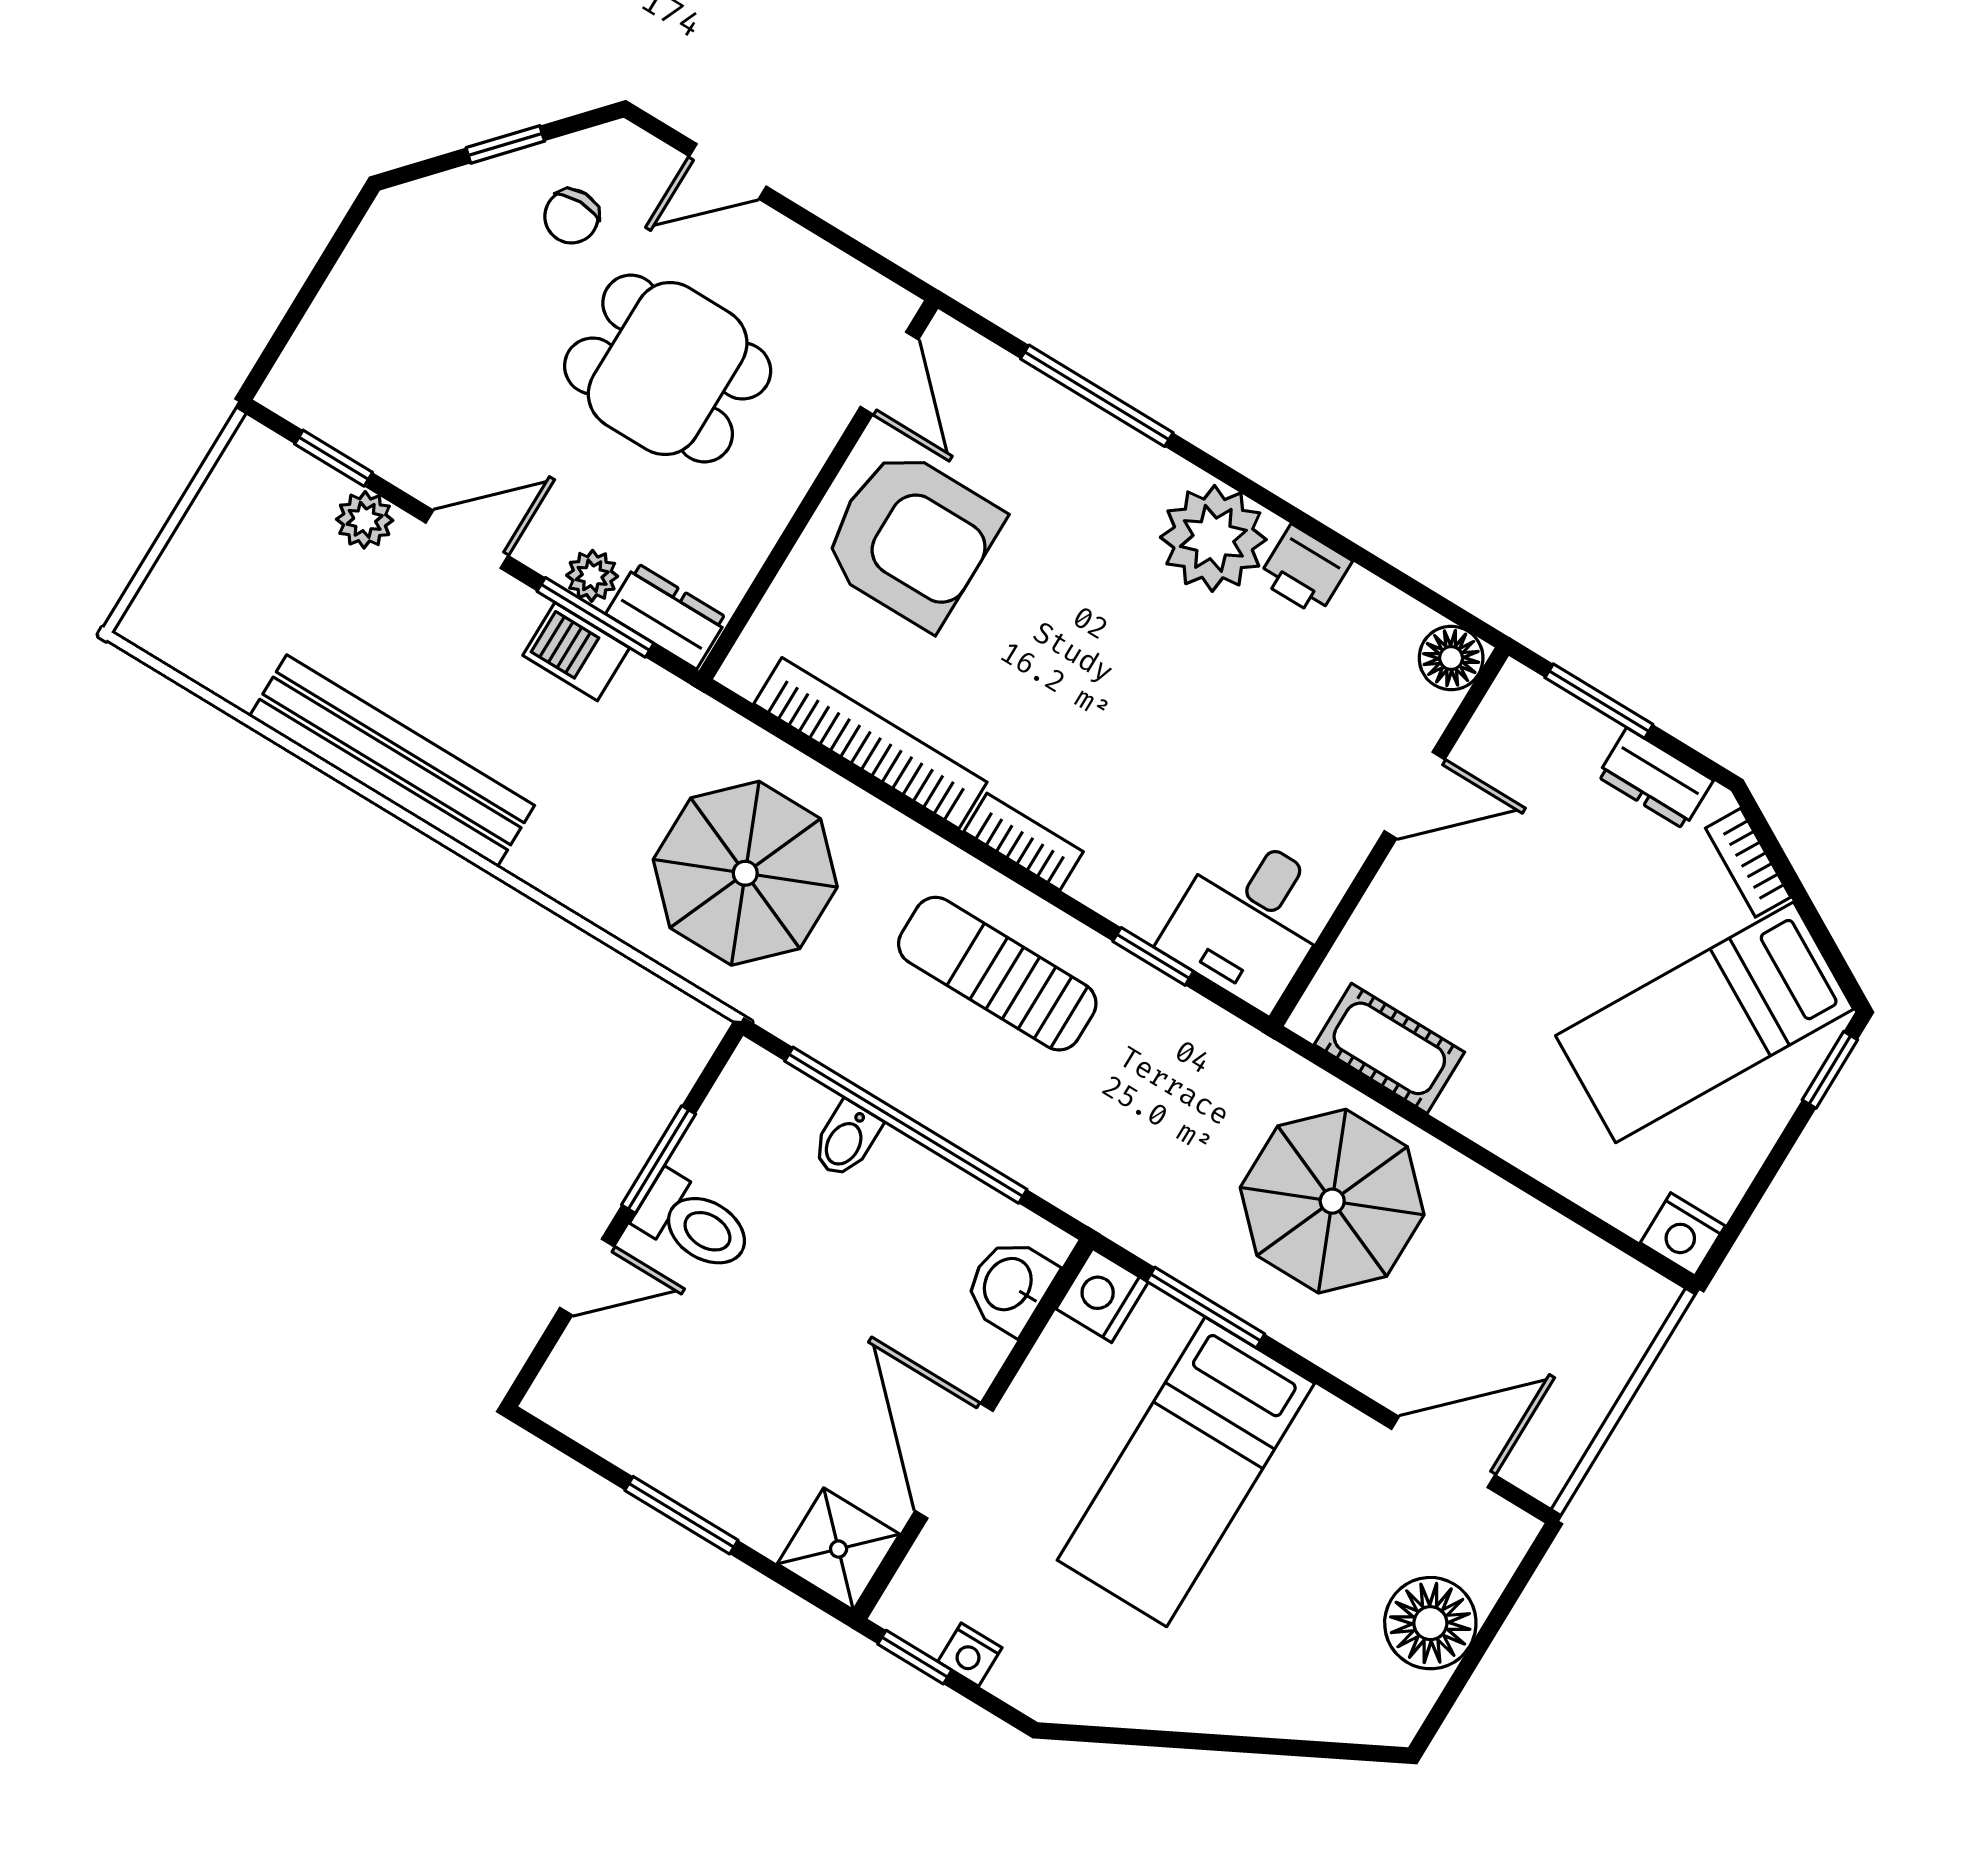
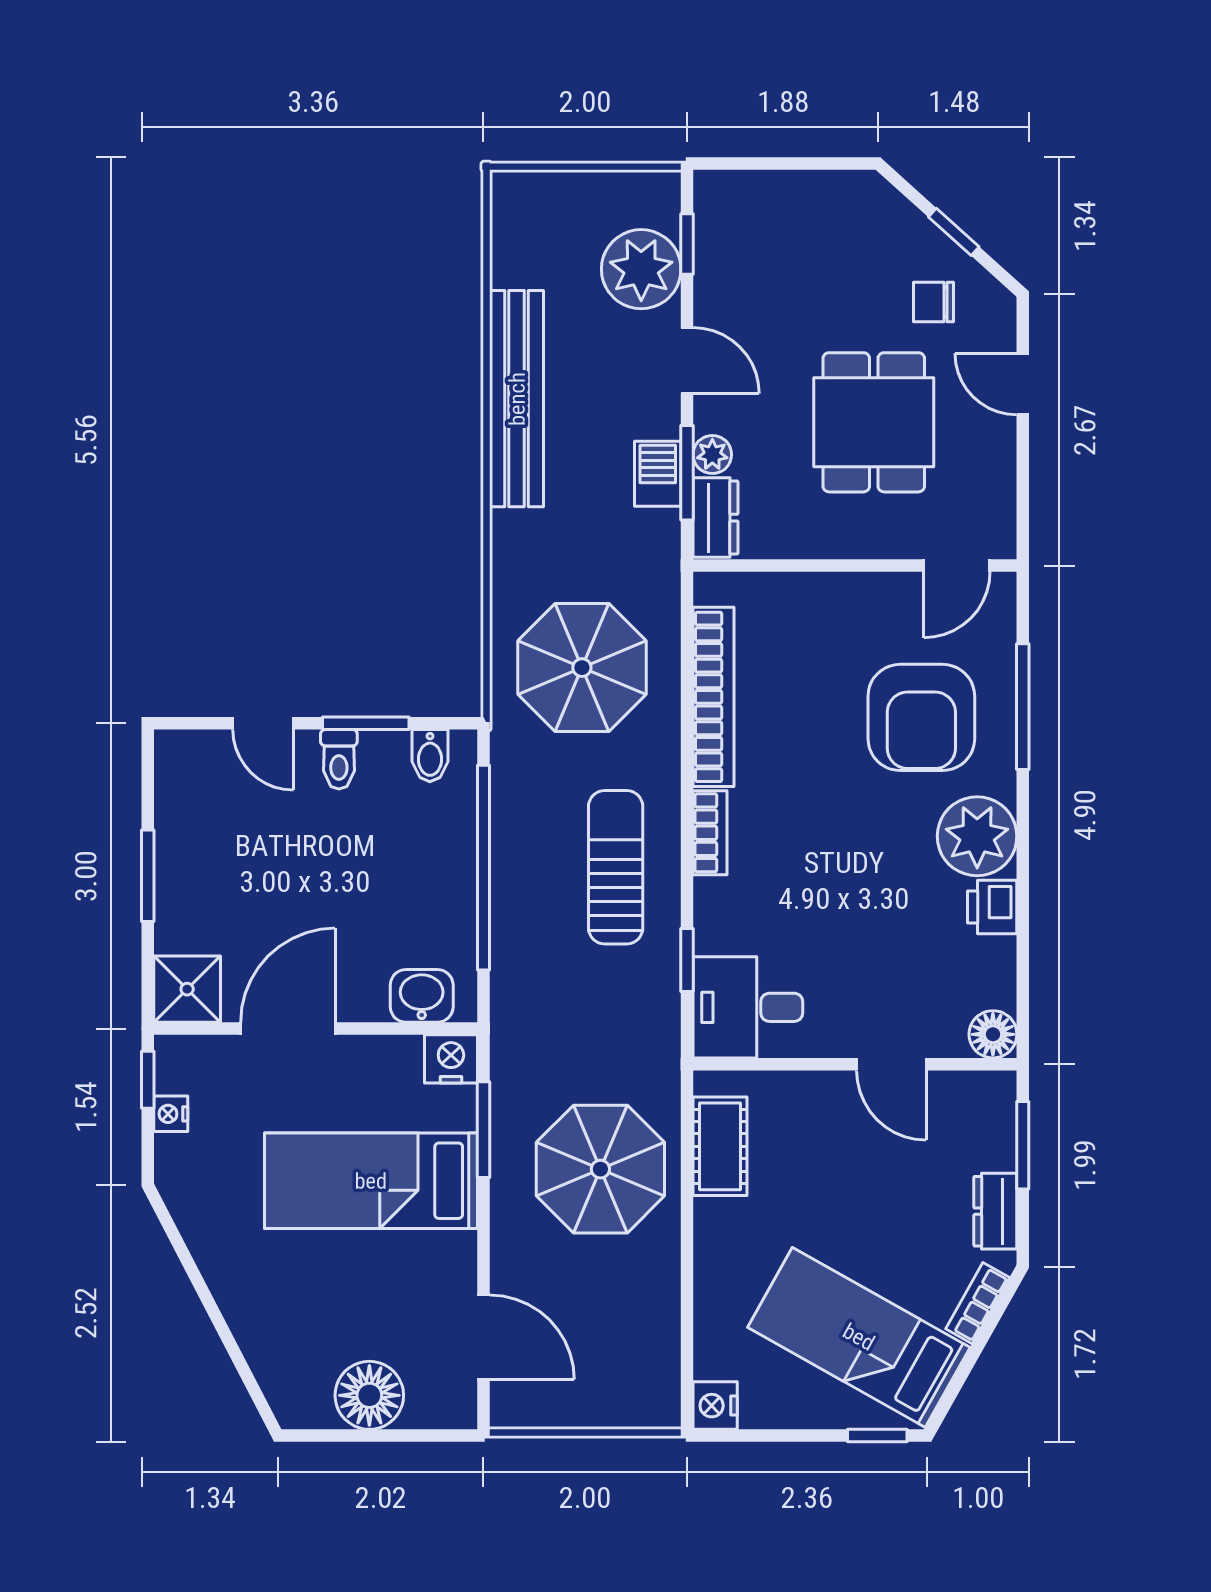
plant: (365, 520) -> (641, 269), width x1.88, depth x1.88
armchair: (912, 538) -> (921, 717), moved
bidet: (846, 1140) -> (430, 756), moved, turned -90
toilet: (694, 1223) -> (339, 759), width x0.73, depth x0.72

